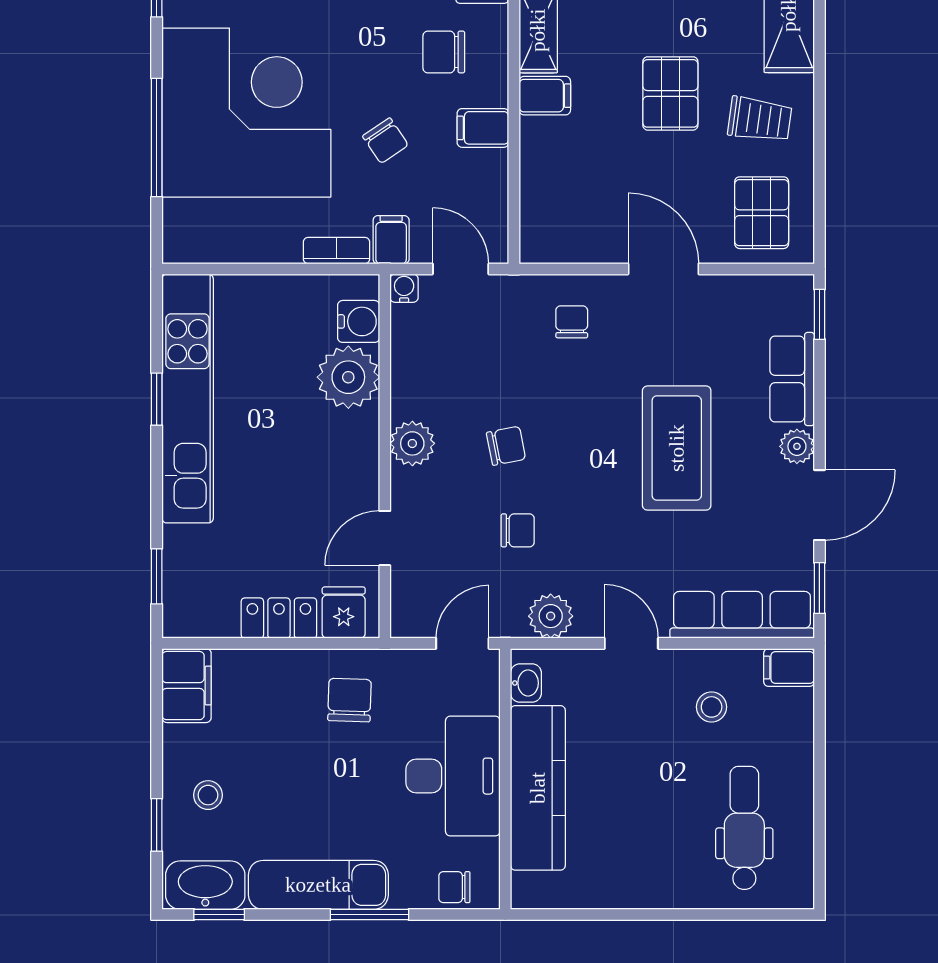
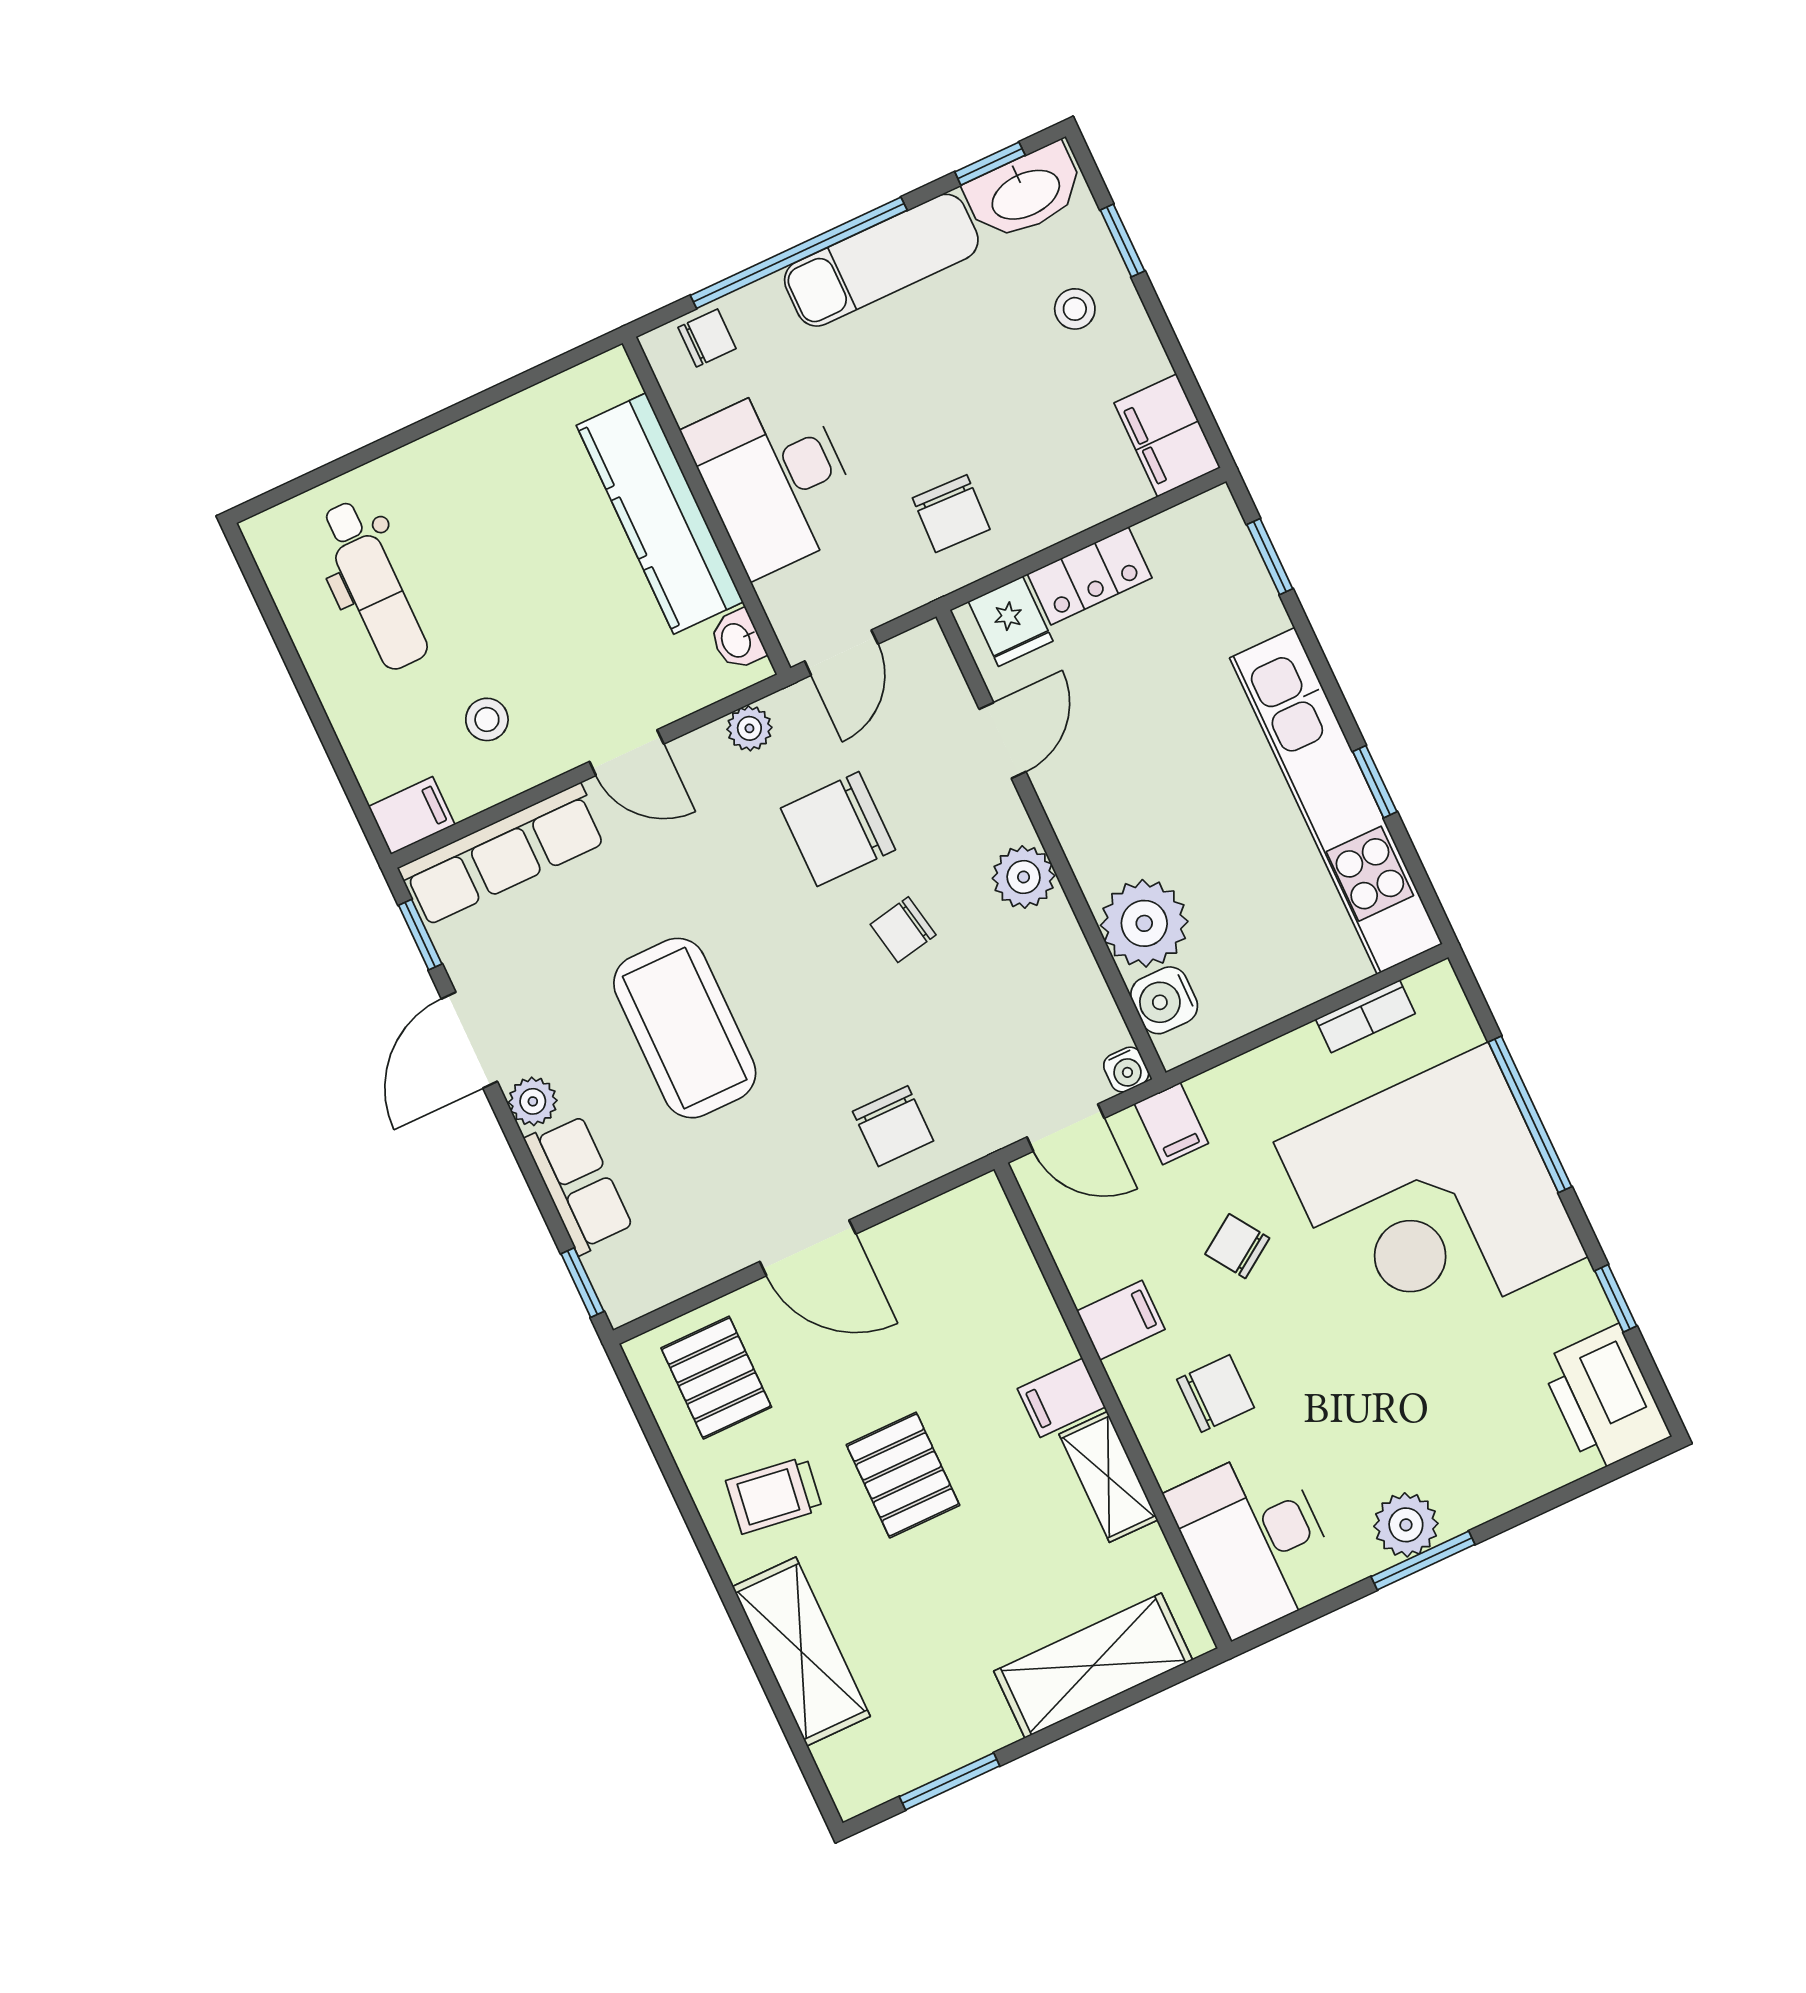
bookcase: (336, 251) -> (1365, 1016), moved
chair: (572, 322) -> (893, 1126), width x1.37, depth x1.37
chair: (518, 530) -> (838, 829), width x1.87, depth x1.87
plant: (551, 616) -> (749, 728), width x0.73, depth x0.73
window: (369, 915) -> (799, 253), width x2.11

